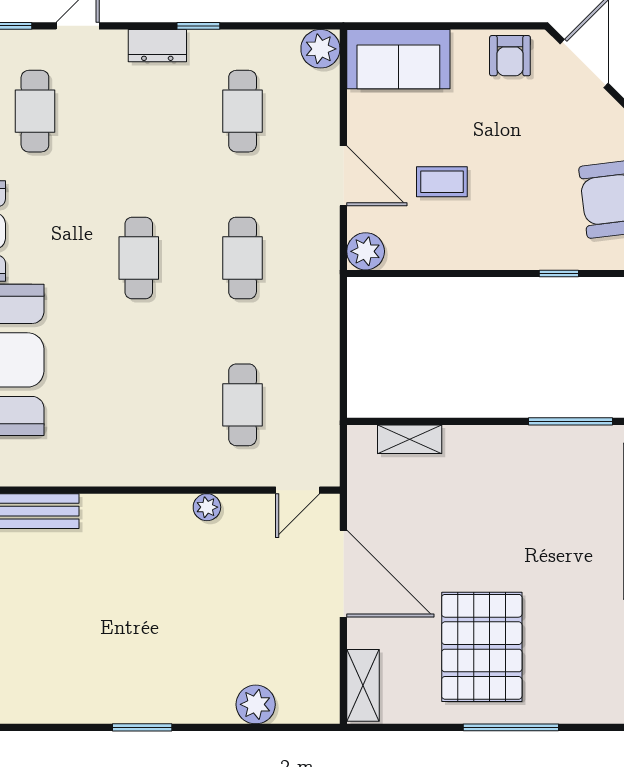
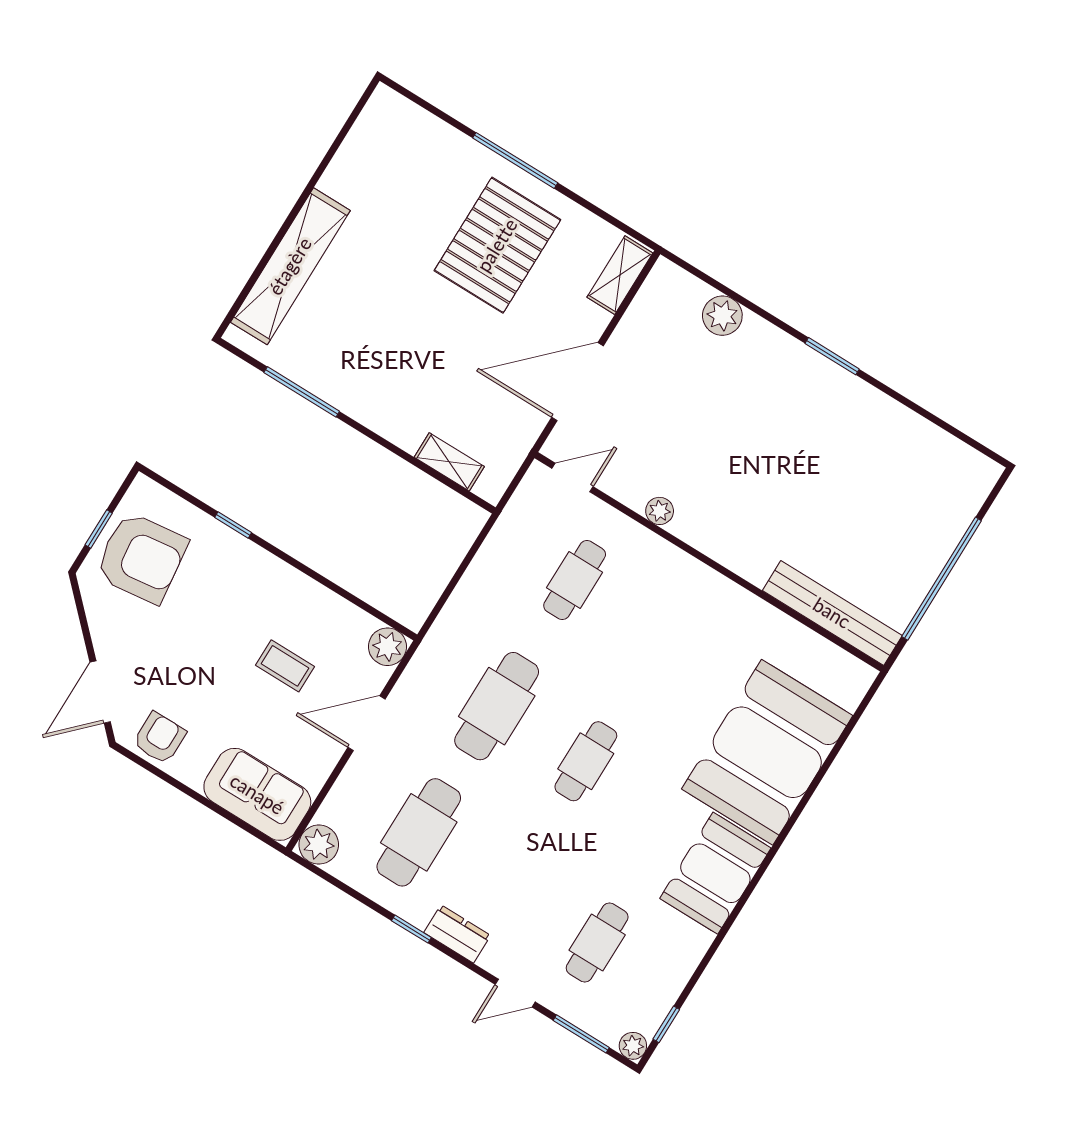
cafe table: (243, 111) -> (419, 832), width x1.37, depth x1.35
door: (343, 176) -> (366, 723), hinge flipped
cafe table: (243, 258) -> (497, 706), width x1.37, depth x1.35
door: (343, 574) -> (578, 382), hinge flipped

